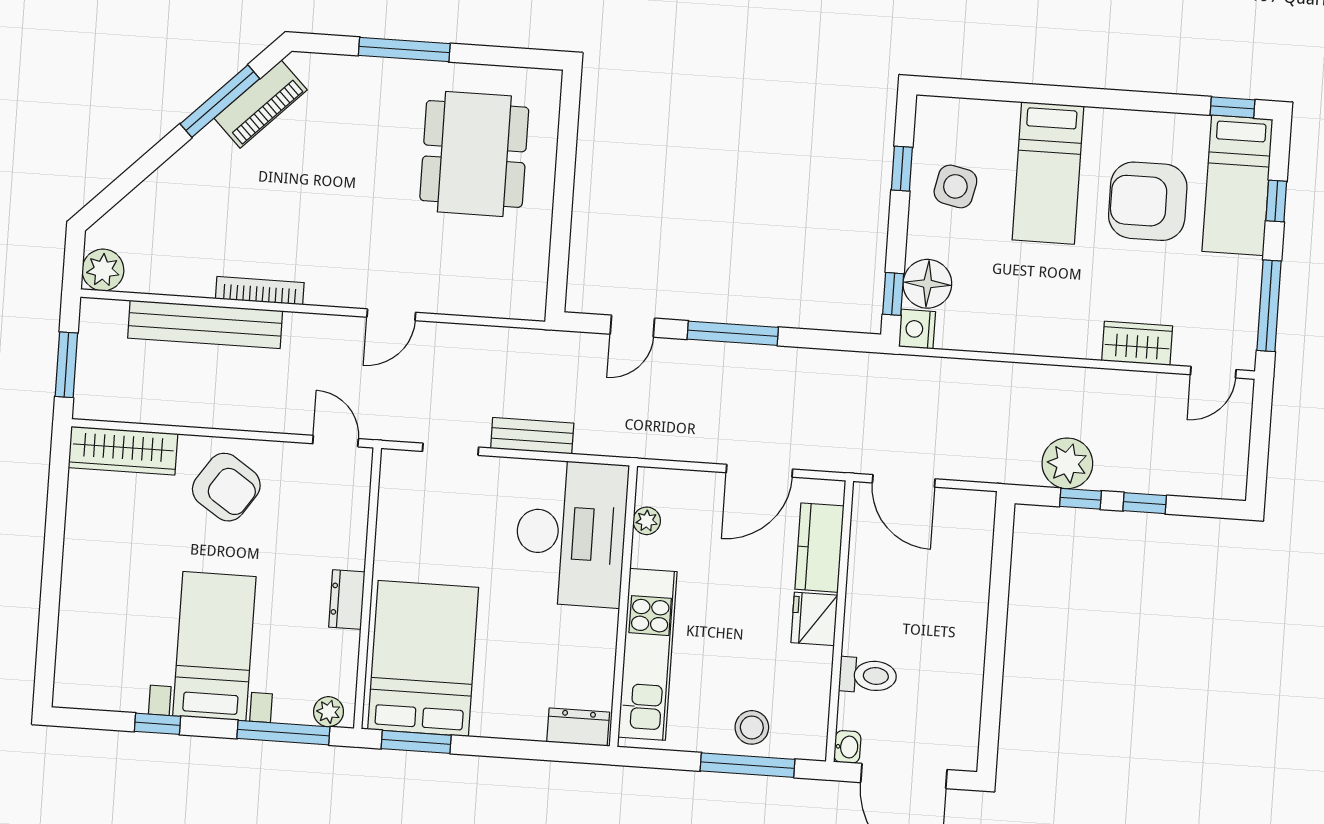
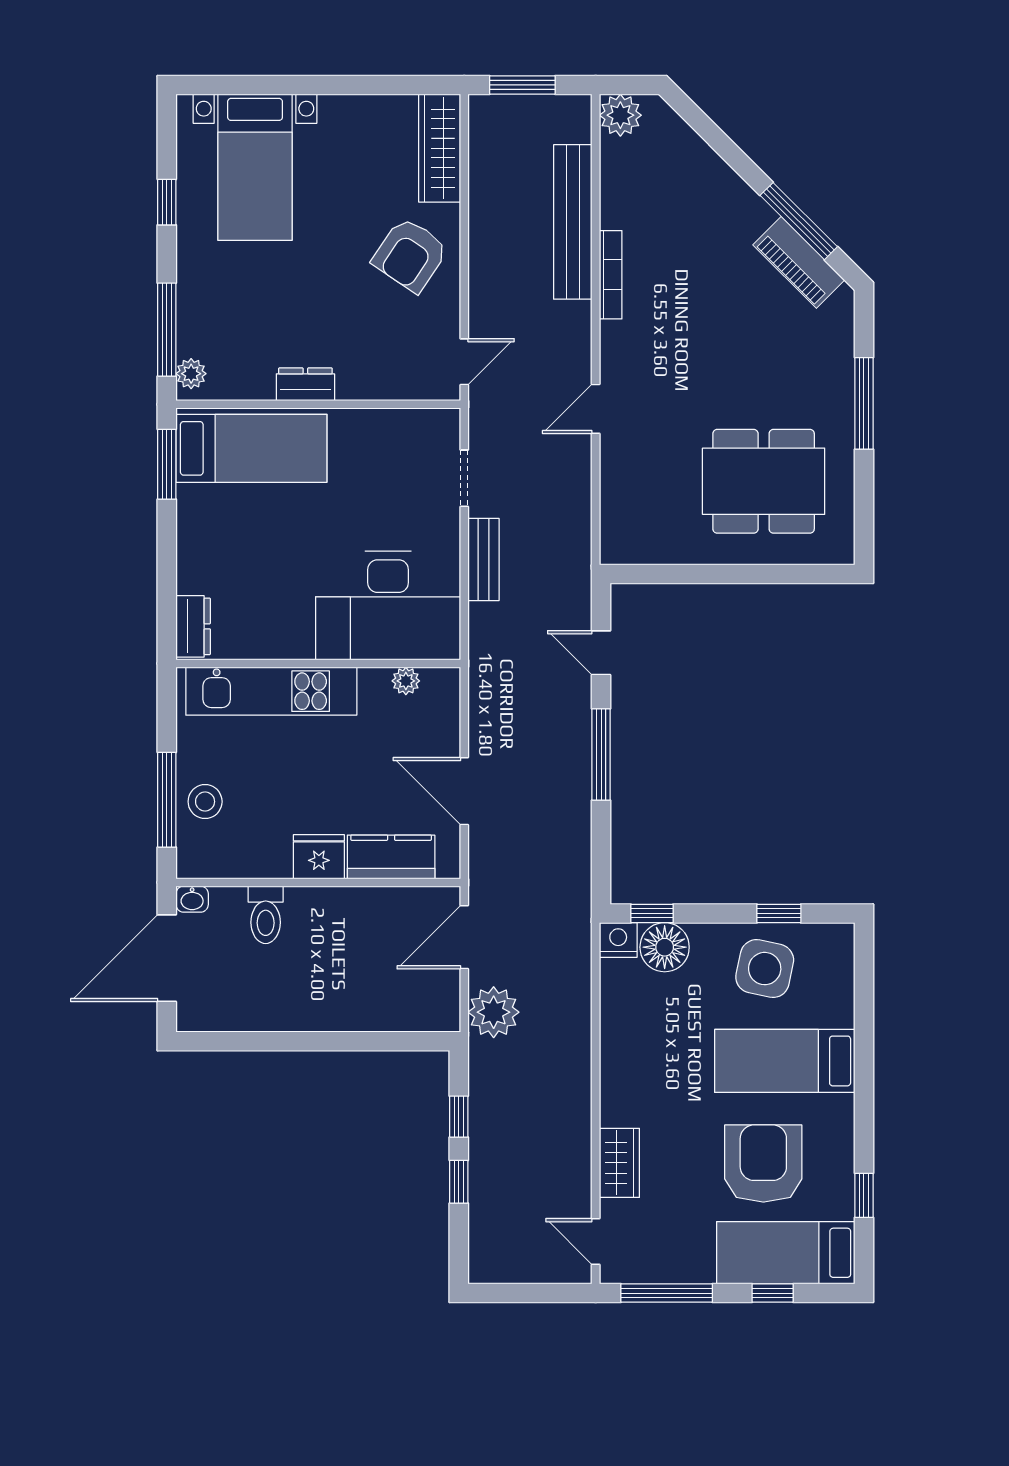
window: (1233, 107) -> (864, 1195), moved
side table: (955, 186) -> (765, 969), width x1.37, depth x1.37
door: (391, 315) -> (596, 409), hinge flipped
plant: (1067, 463) -> (494, 1012), moved
bed with nightstands: (214, 646) -> (255, 167), moved, turned 90
bed: (423, 658) -> (251, 448), width x0.67

